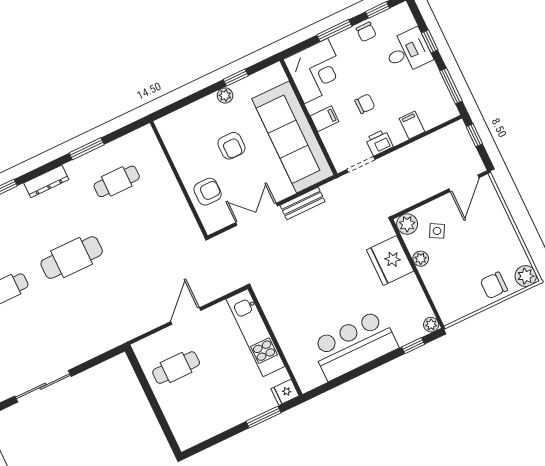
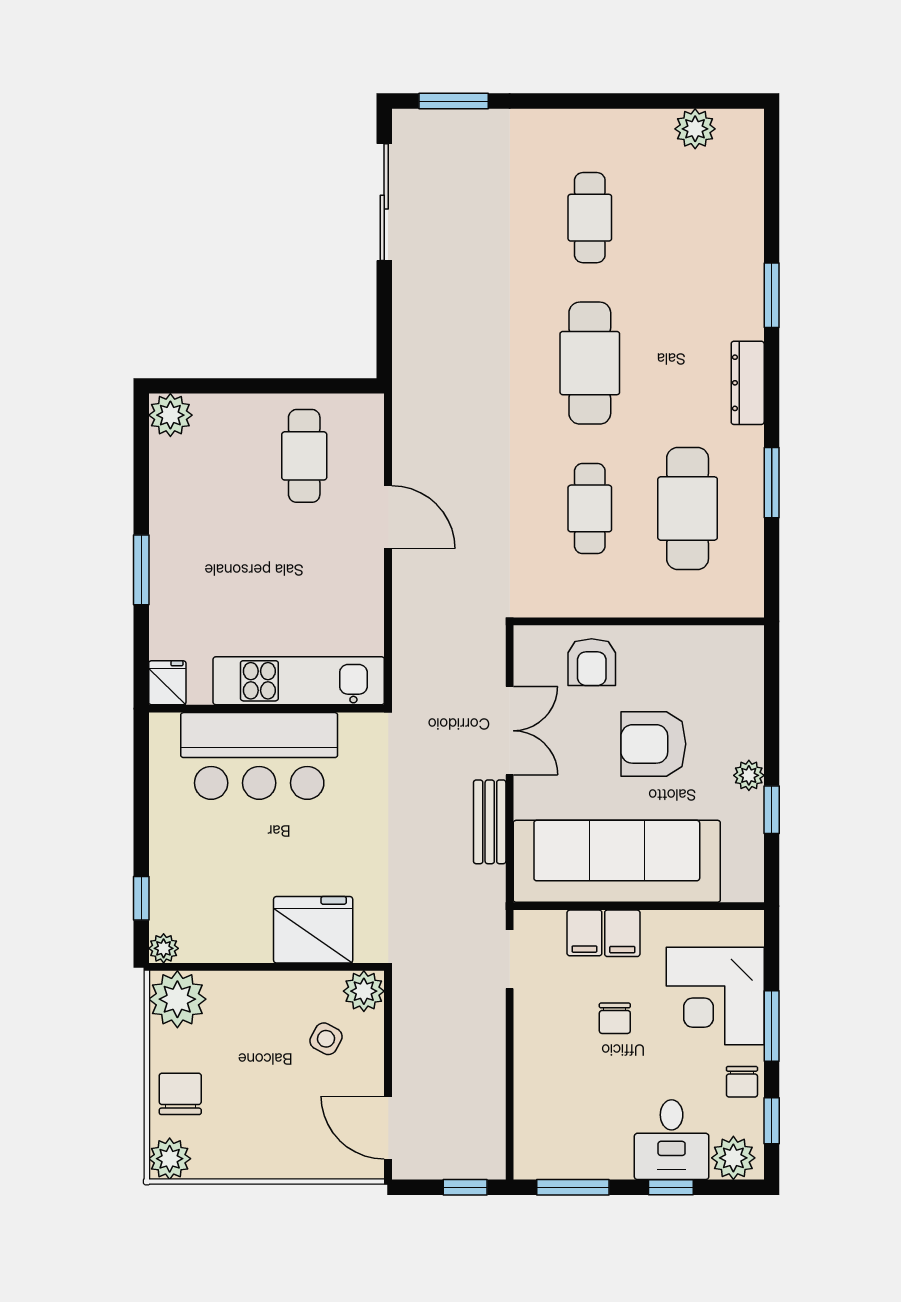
plant: (403, 19) -> (733, 1158), added
chair: (366, 32) -> (742, 1082), turned -90
corner desk: (316, 71) -> (715, 996), moved
filing cabinet: (412, 125) -> (584, 933), moved, turned 90
printer: (379, 143) -> (533, 1011), removed
armchair: (231, 146) -> (653, 744), width x1.38, depth x1.38
cafe table: (117, 181) -> (688, 508), width x1.37, depth x1.35
cafe table: (138, 226) -> (590, 508), added
plant: (421, 259) -> (177, 999), moved, width x1.88, depth x1.88
kitchen unit: (256, 333) -> (299, 681), moved
wall: (275, 341) -> (267, 709), moved
bar counter: (354, 345) -> (259, 756), moved, turned 90
fridge: (285, 392) -> (167, 683), moved
plant: (187, 437) -> (170, 415), added

